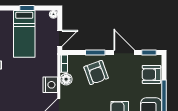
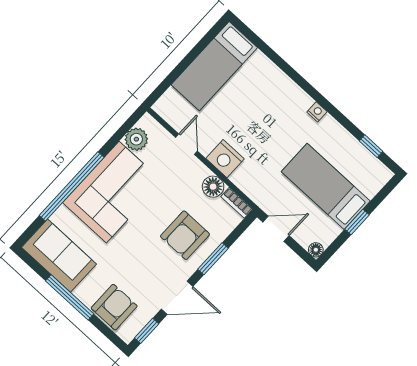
door: (60, 38) -> (276, 229), swing flipped
armchair: (96, 73) -> (185, 235), turned -70

